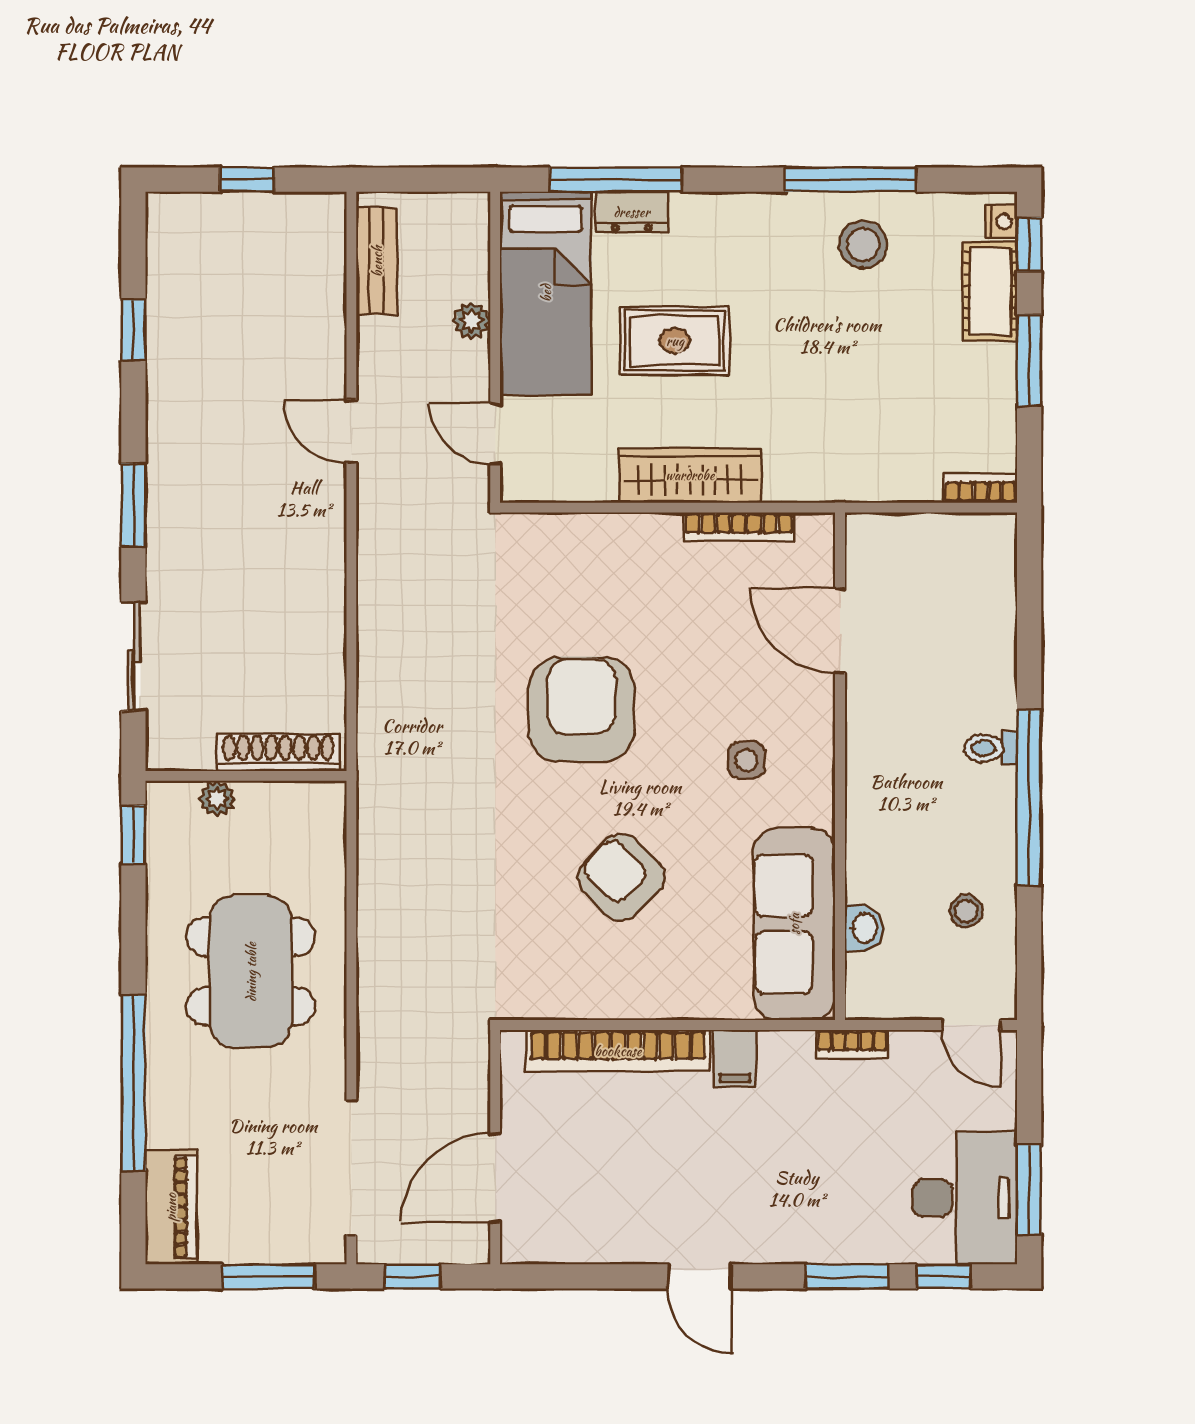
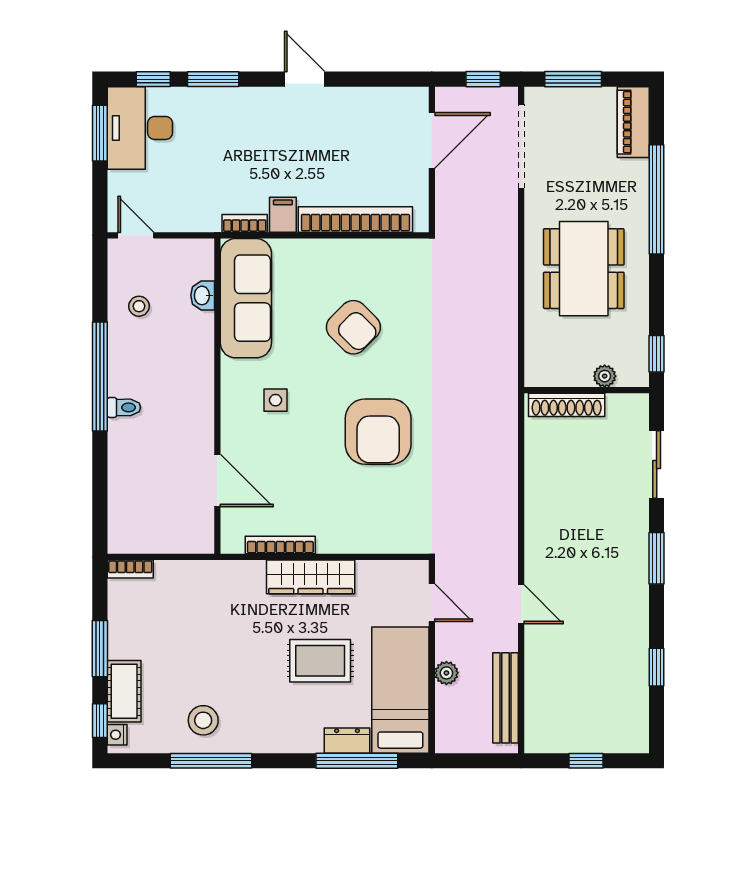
bench: (377, 261) -> (505, 698), width x1.36
bookcase: (852, 1044) -> (245, 223), moved

